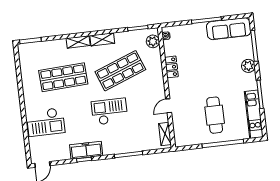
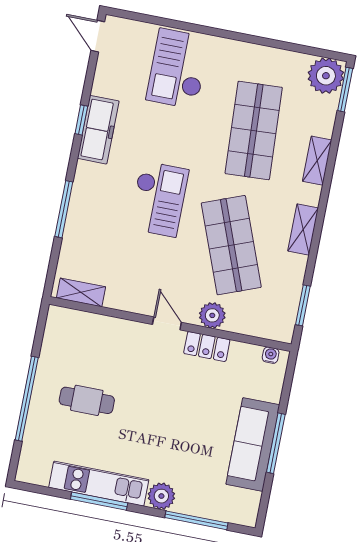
sofa: (229, 29) -> (253, 445), moved
plant: (153, 41) -> (212, 315), moved
shelving: (78, 42) -> (317, 161), moved
plant: (27, 52) -> (326, 76), added
door: (169, 106) -> (167, 323), moved
kitchen unit: (254, 114) -> (99, 484), moved
cafe table: (215, 115) -> (87, 400), width x0.73, depth x0.74

